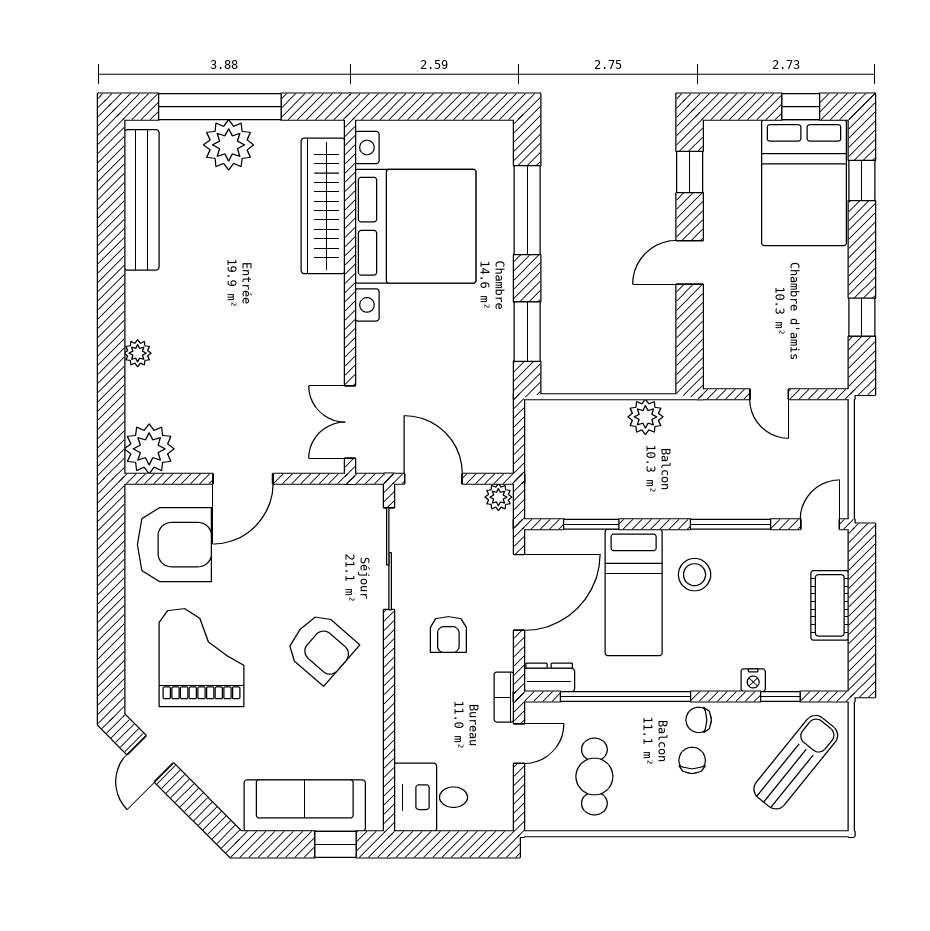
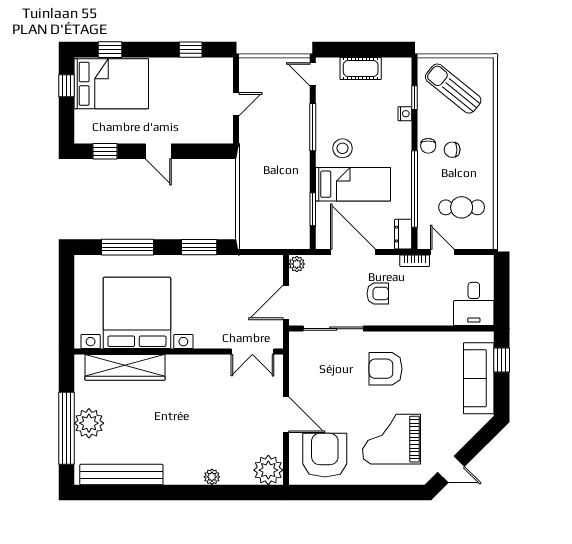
plant: (645, 417) -> (249, 177), removed
armchair: (321, 648) -> (386, 369), turned -131

